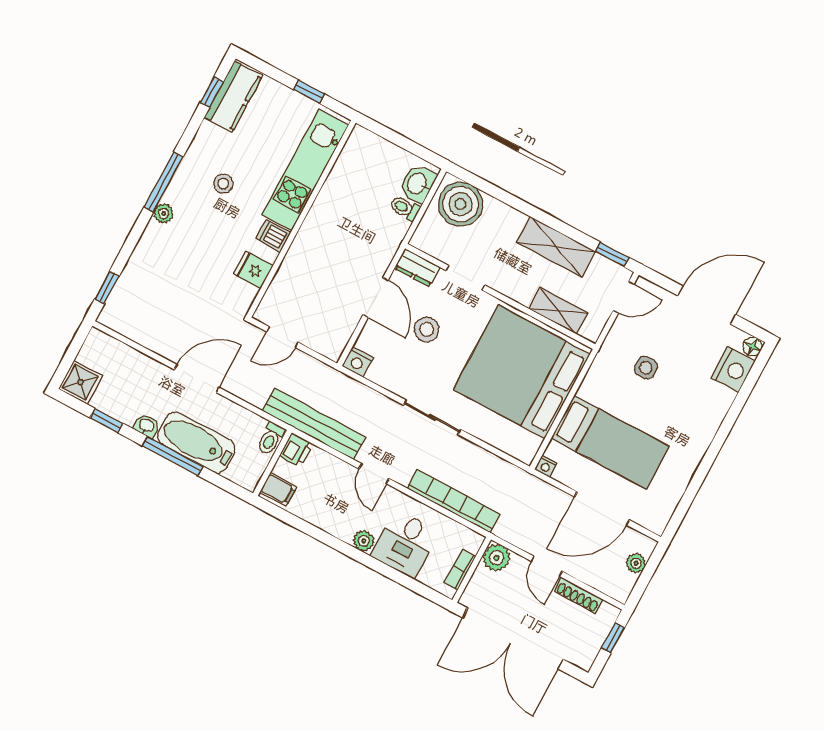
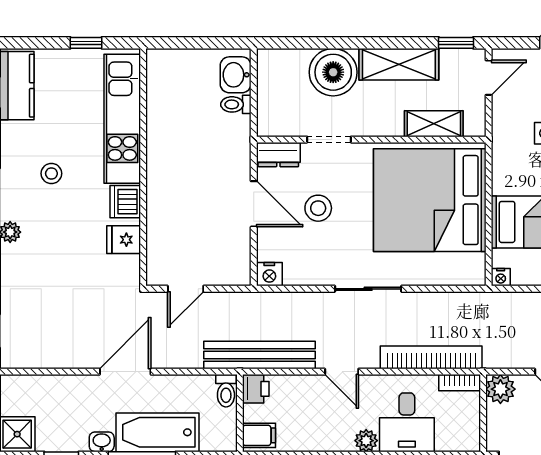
boiler: (461, 204) -> (333, 72), moved
dishwasher: (273, 236) -> (125, 202), width x1.38
bookcase: (460, 570) -> (460, 383), moved, turned -90

